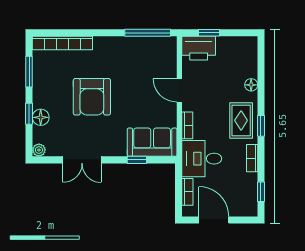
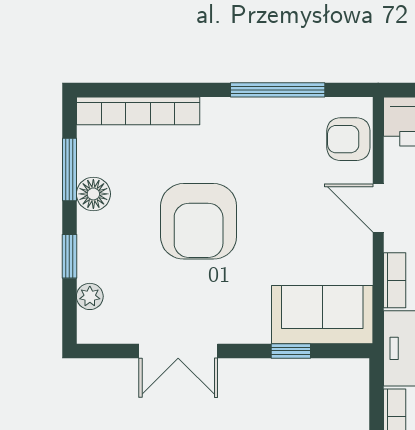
window: (148, 33) -> (278, 90), moved
armchair: (165, 57) -> (348, 139), added
floor lamp: (41, 117) -> (93, 194), moved
plant: (39, 150) -> (90, 296), moved

